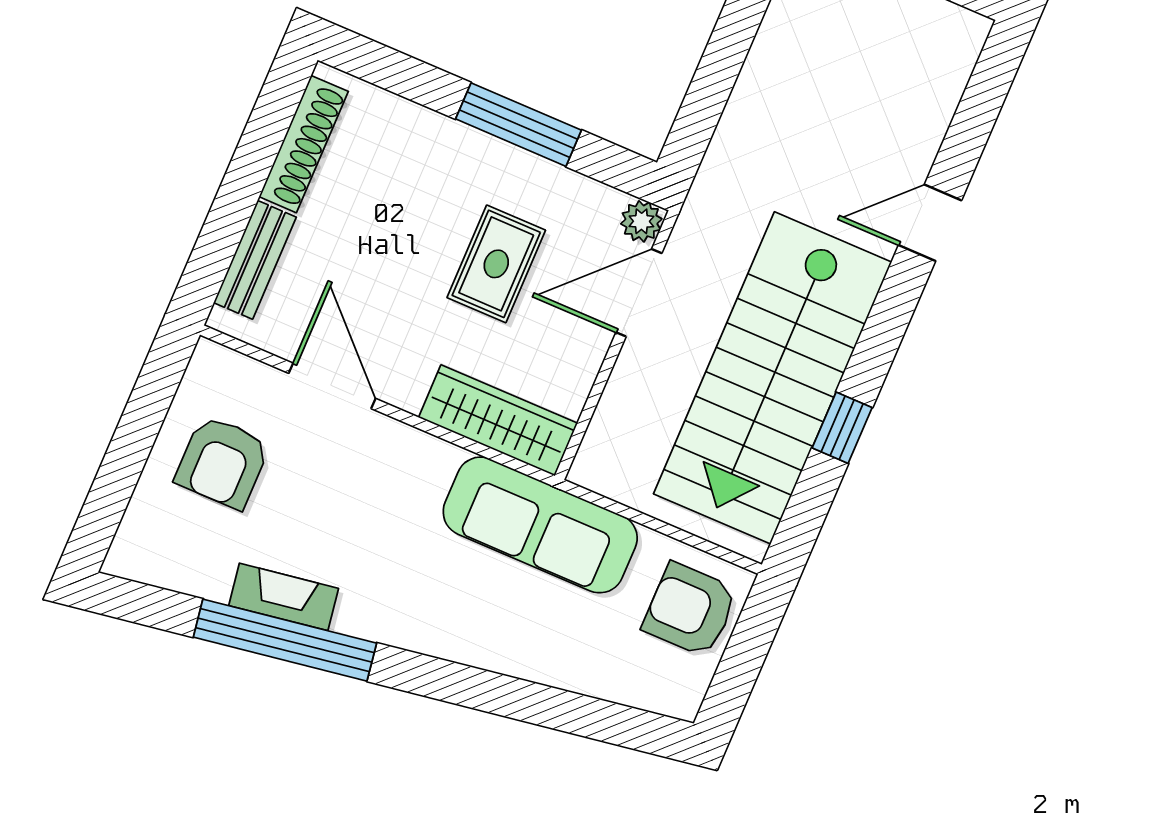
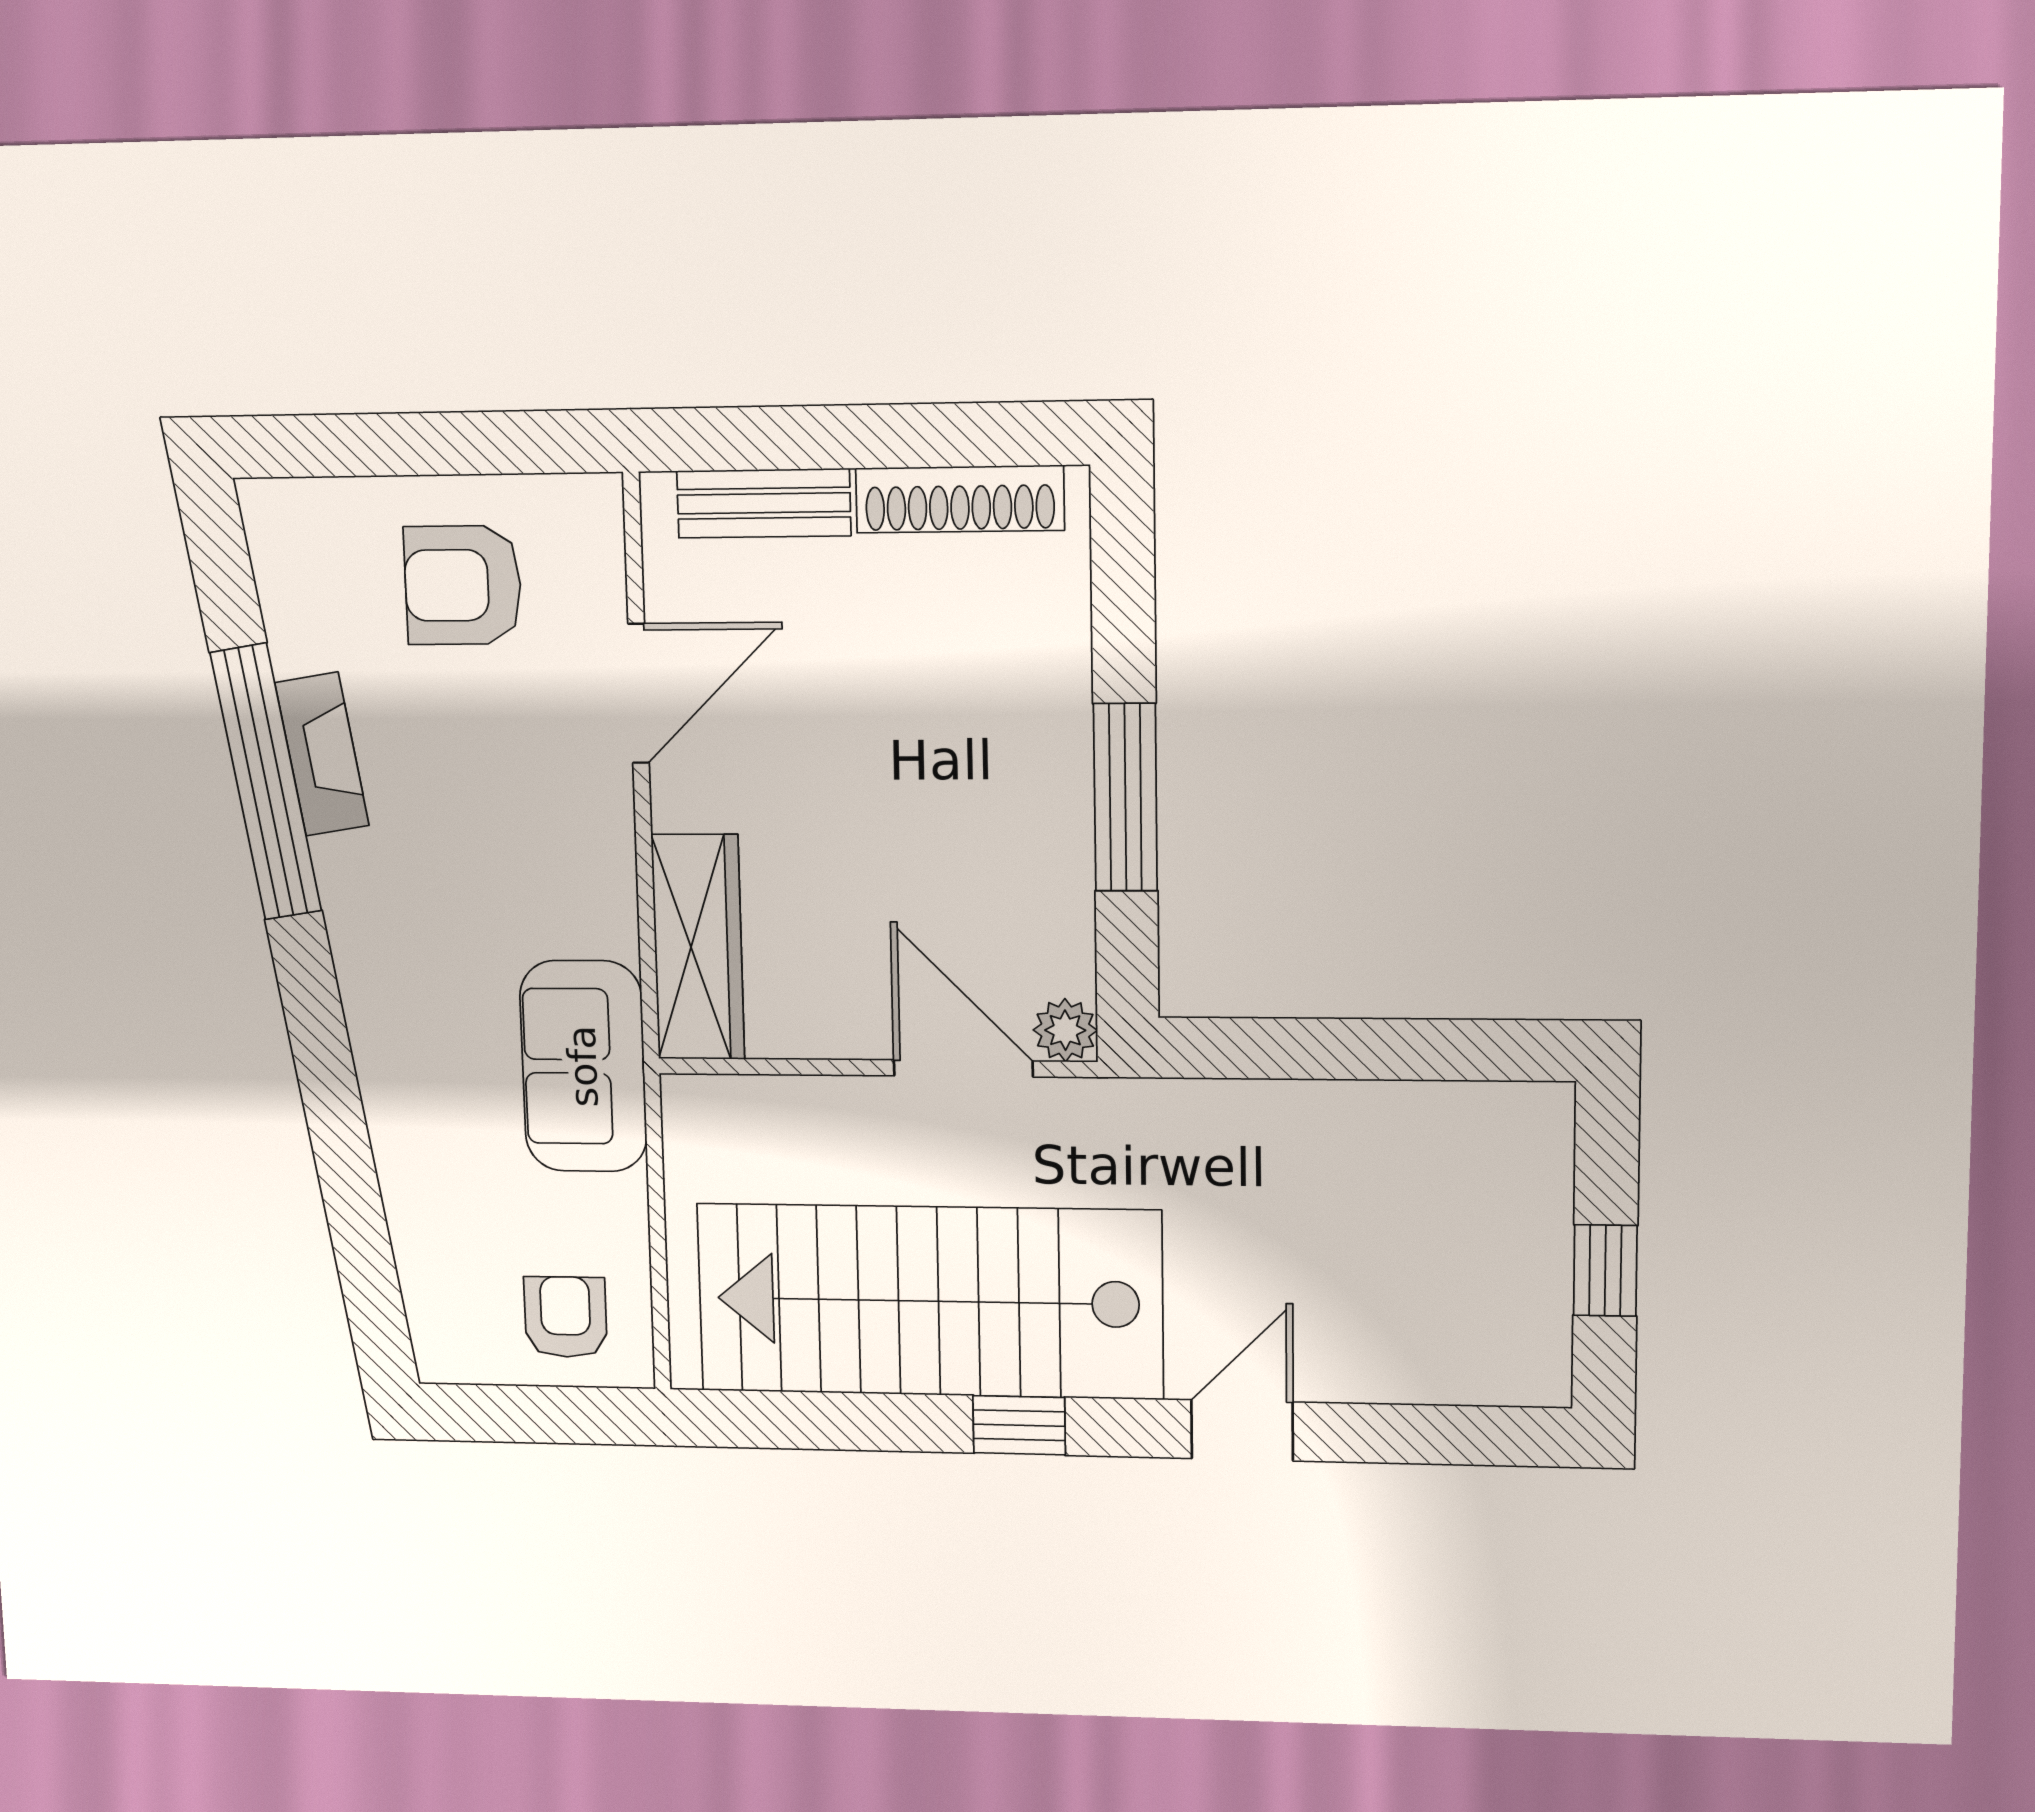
door: (930, 223) -> (1242, 1430), hinge flipped
rug: (496, 264) -> (913, 851), removed
window: (842, 428) -> (1019, 1425), moved
sofa: (540, 525) -> (583, 1066), width x0.73
armchair: (690, 610) -> (566, 1317), width x0.72, depth x0.72

